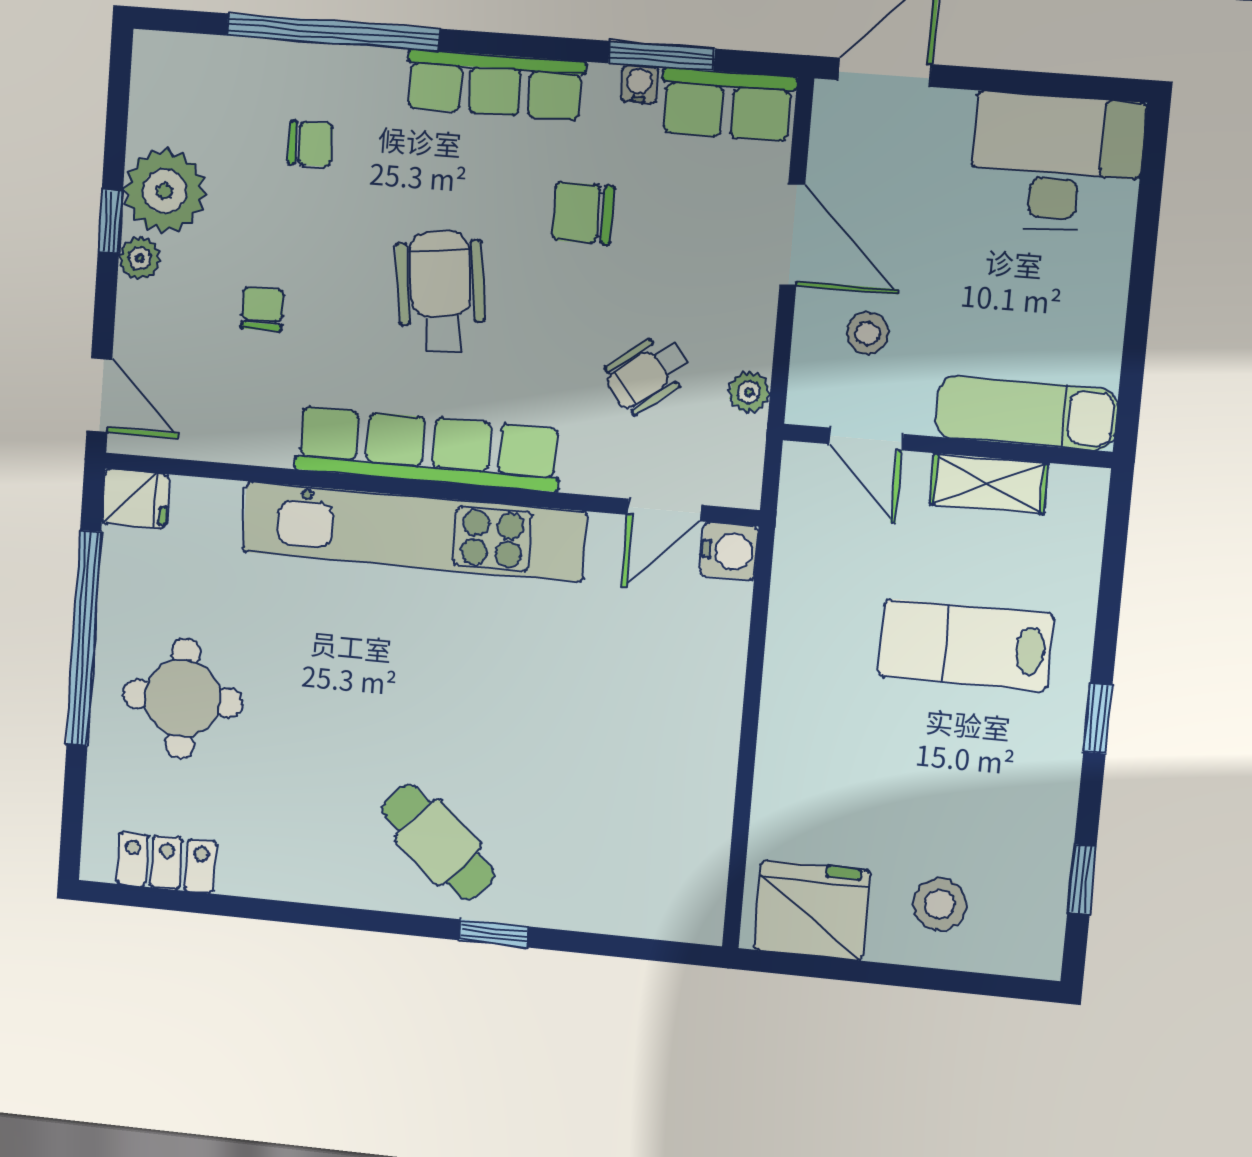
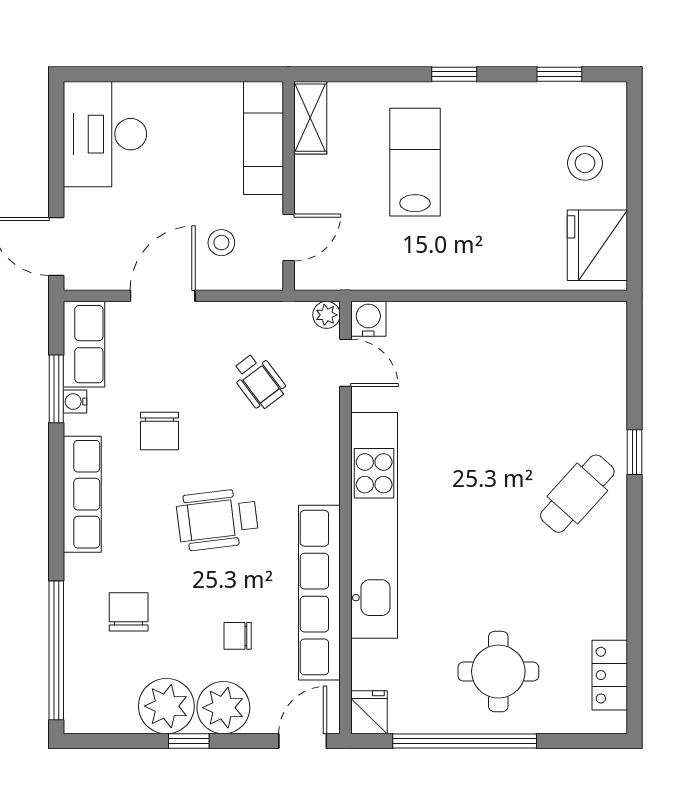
window: (333, 32) -> (56, 650), moved
chair: (310, 144) -> (129, 612), width x1.37, depth x1.37
plant: (140, 258) -> (223, 708), width x1.88, depth x1.88
plant: (749, 392) -> (326, 315), moved
row of seats: (428, 449) -> (319, 593), moved
shelving: (989, 484) -> (310, 118), moved
lab bench: (966, 645) -> (415, 162), turned 180

